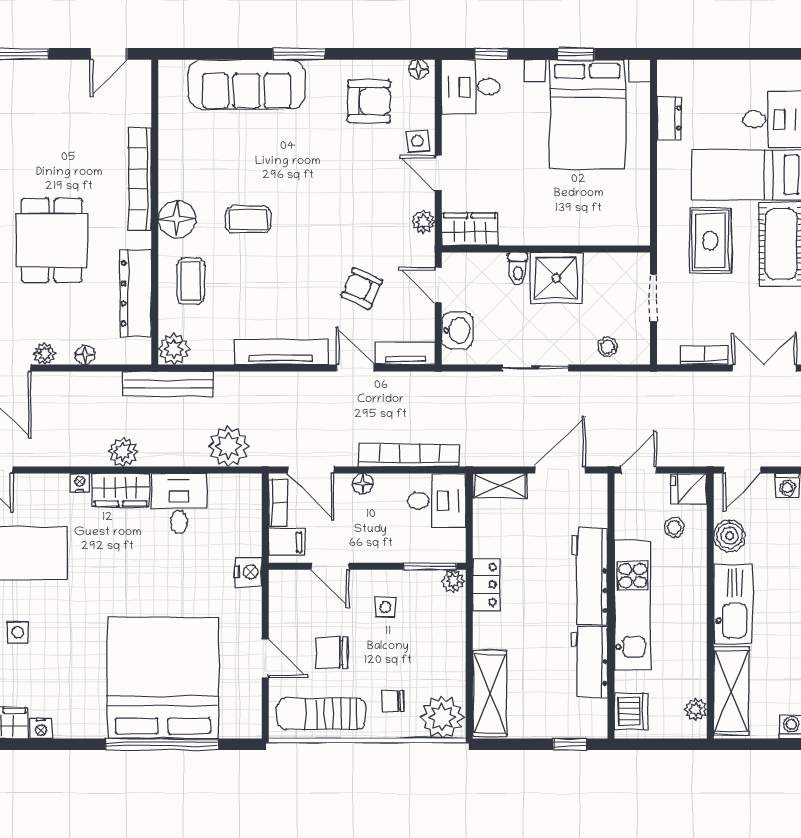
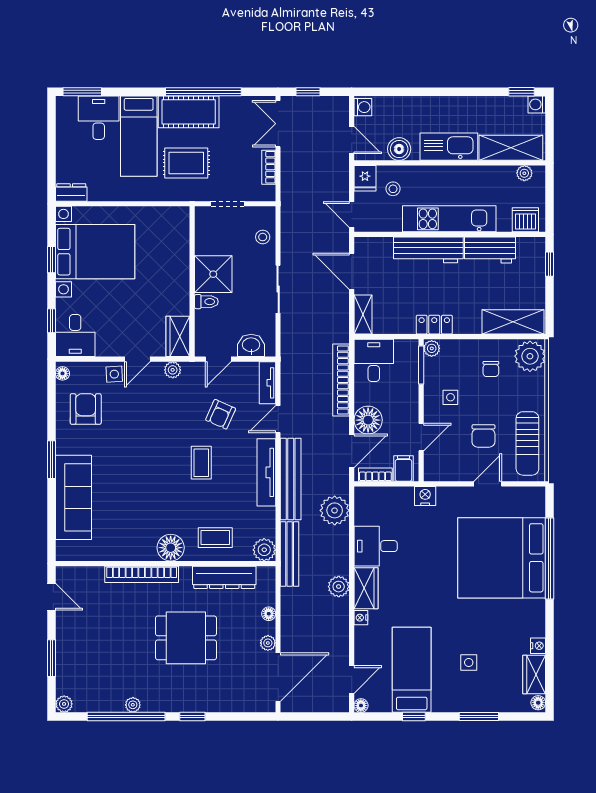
dresser: (669, 118) -> (71, 193), moved
coffee table: (248, 219) -> (201, 463), moved
bench: (272, 385) -> (291, 479), added
floor lamp: (363, 484) -> (368, 420), width x1.89, depth x1.89
chair: (393, 701) -> (491, 369), moved

